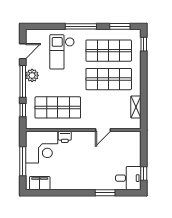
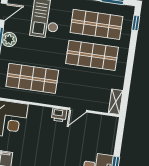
shelving: (136, 107) -> (116, 102), moved
printer: (65, 137) -> (59, 115), moved

